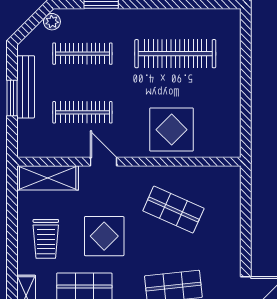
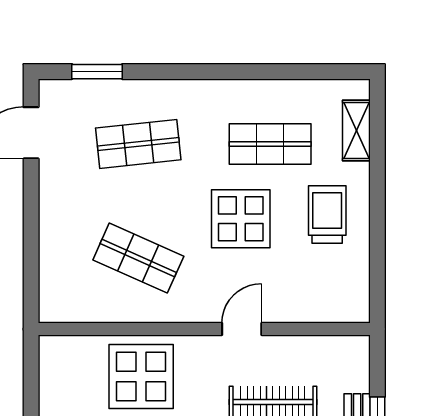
door: (103, 162) -> (242, 329), swing flipped
shelving: (48, 178) -> (324, 305), removed

